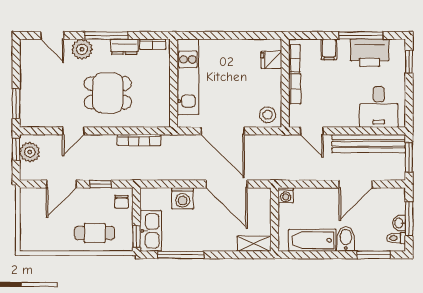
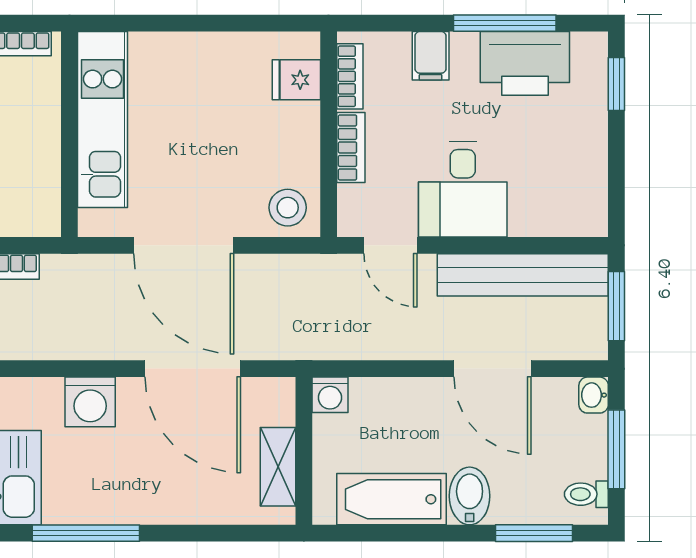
desk: (379, 107) -> (463, 189), moved
door: (356, 184) -> (493, 369), hinge flipped
washbasin: (399, 223) -> (594, 395), moved
shelving: (254, 244) -> (278, 467), moved, turned 90

